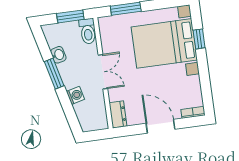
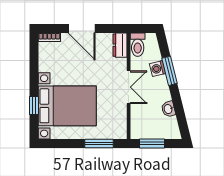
toilet: (88, 31) -> (138, 45), moved, turned 180
double door: (103, 72) -> (129, 87), swing flipped
window: (54, 74) -> (170, 71), moved

